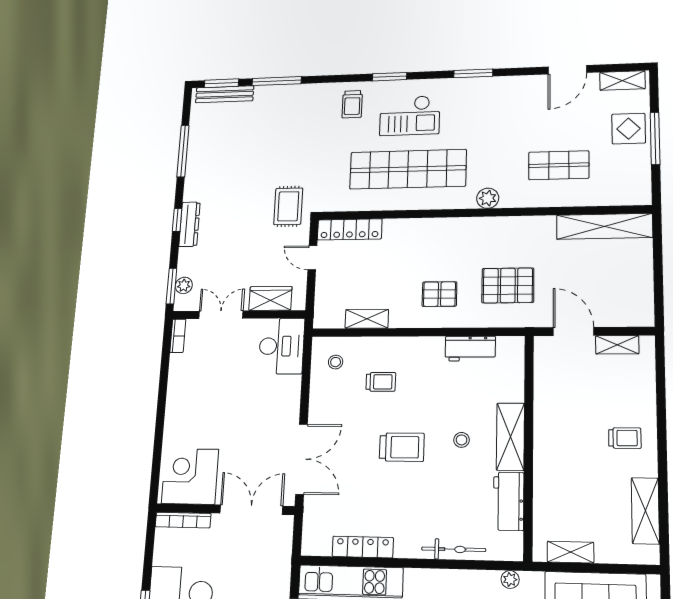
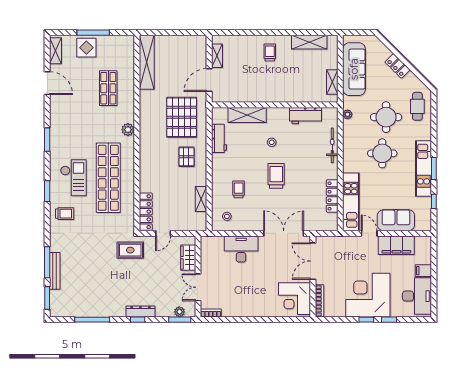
bench: (225, 94) -> (55, 271), moved
pallet: (508, 285) -> (182, 117), width x1.37, depth x1.41
desk: (282, 346) -> (241, 249), moved
shelving: (510, 437) -> (247, 115), moved

